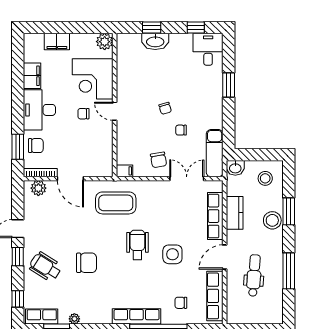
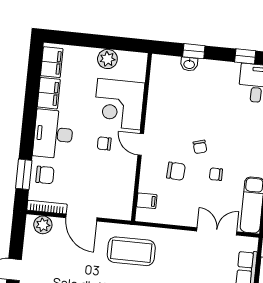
washbasin: (155, 41) -> (189, 64), width x0.52, depth x0.69
filing cabinet: (57, 42) -> (52, 62), moved, turned -90
plant: (105, 42) -> (107, 59), moved
chair: (159, 160) -> (176, 171), moved, turned -77
filing cabinet: (125, 171) -> (147, 201), moved

